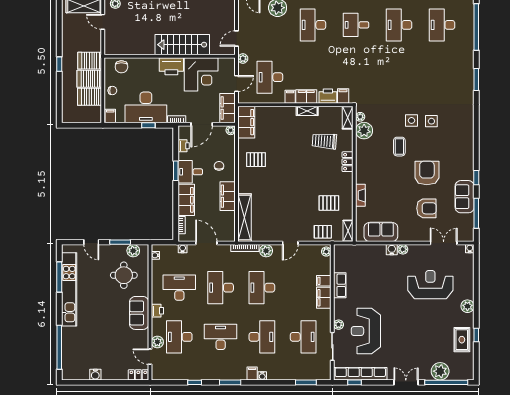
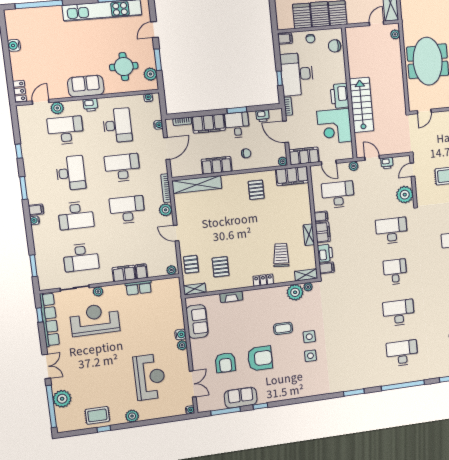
printer: (243, 24) -> (387, 163), added

